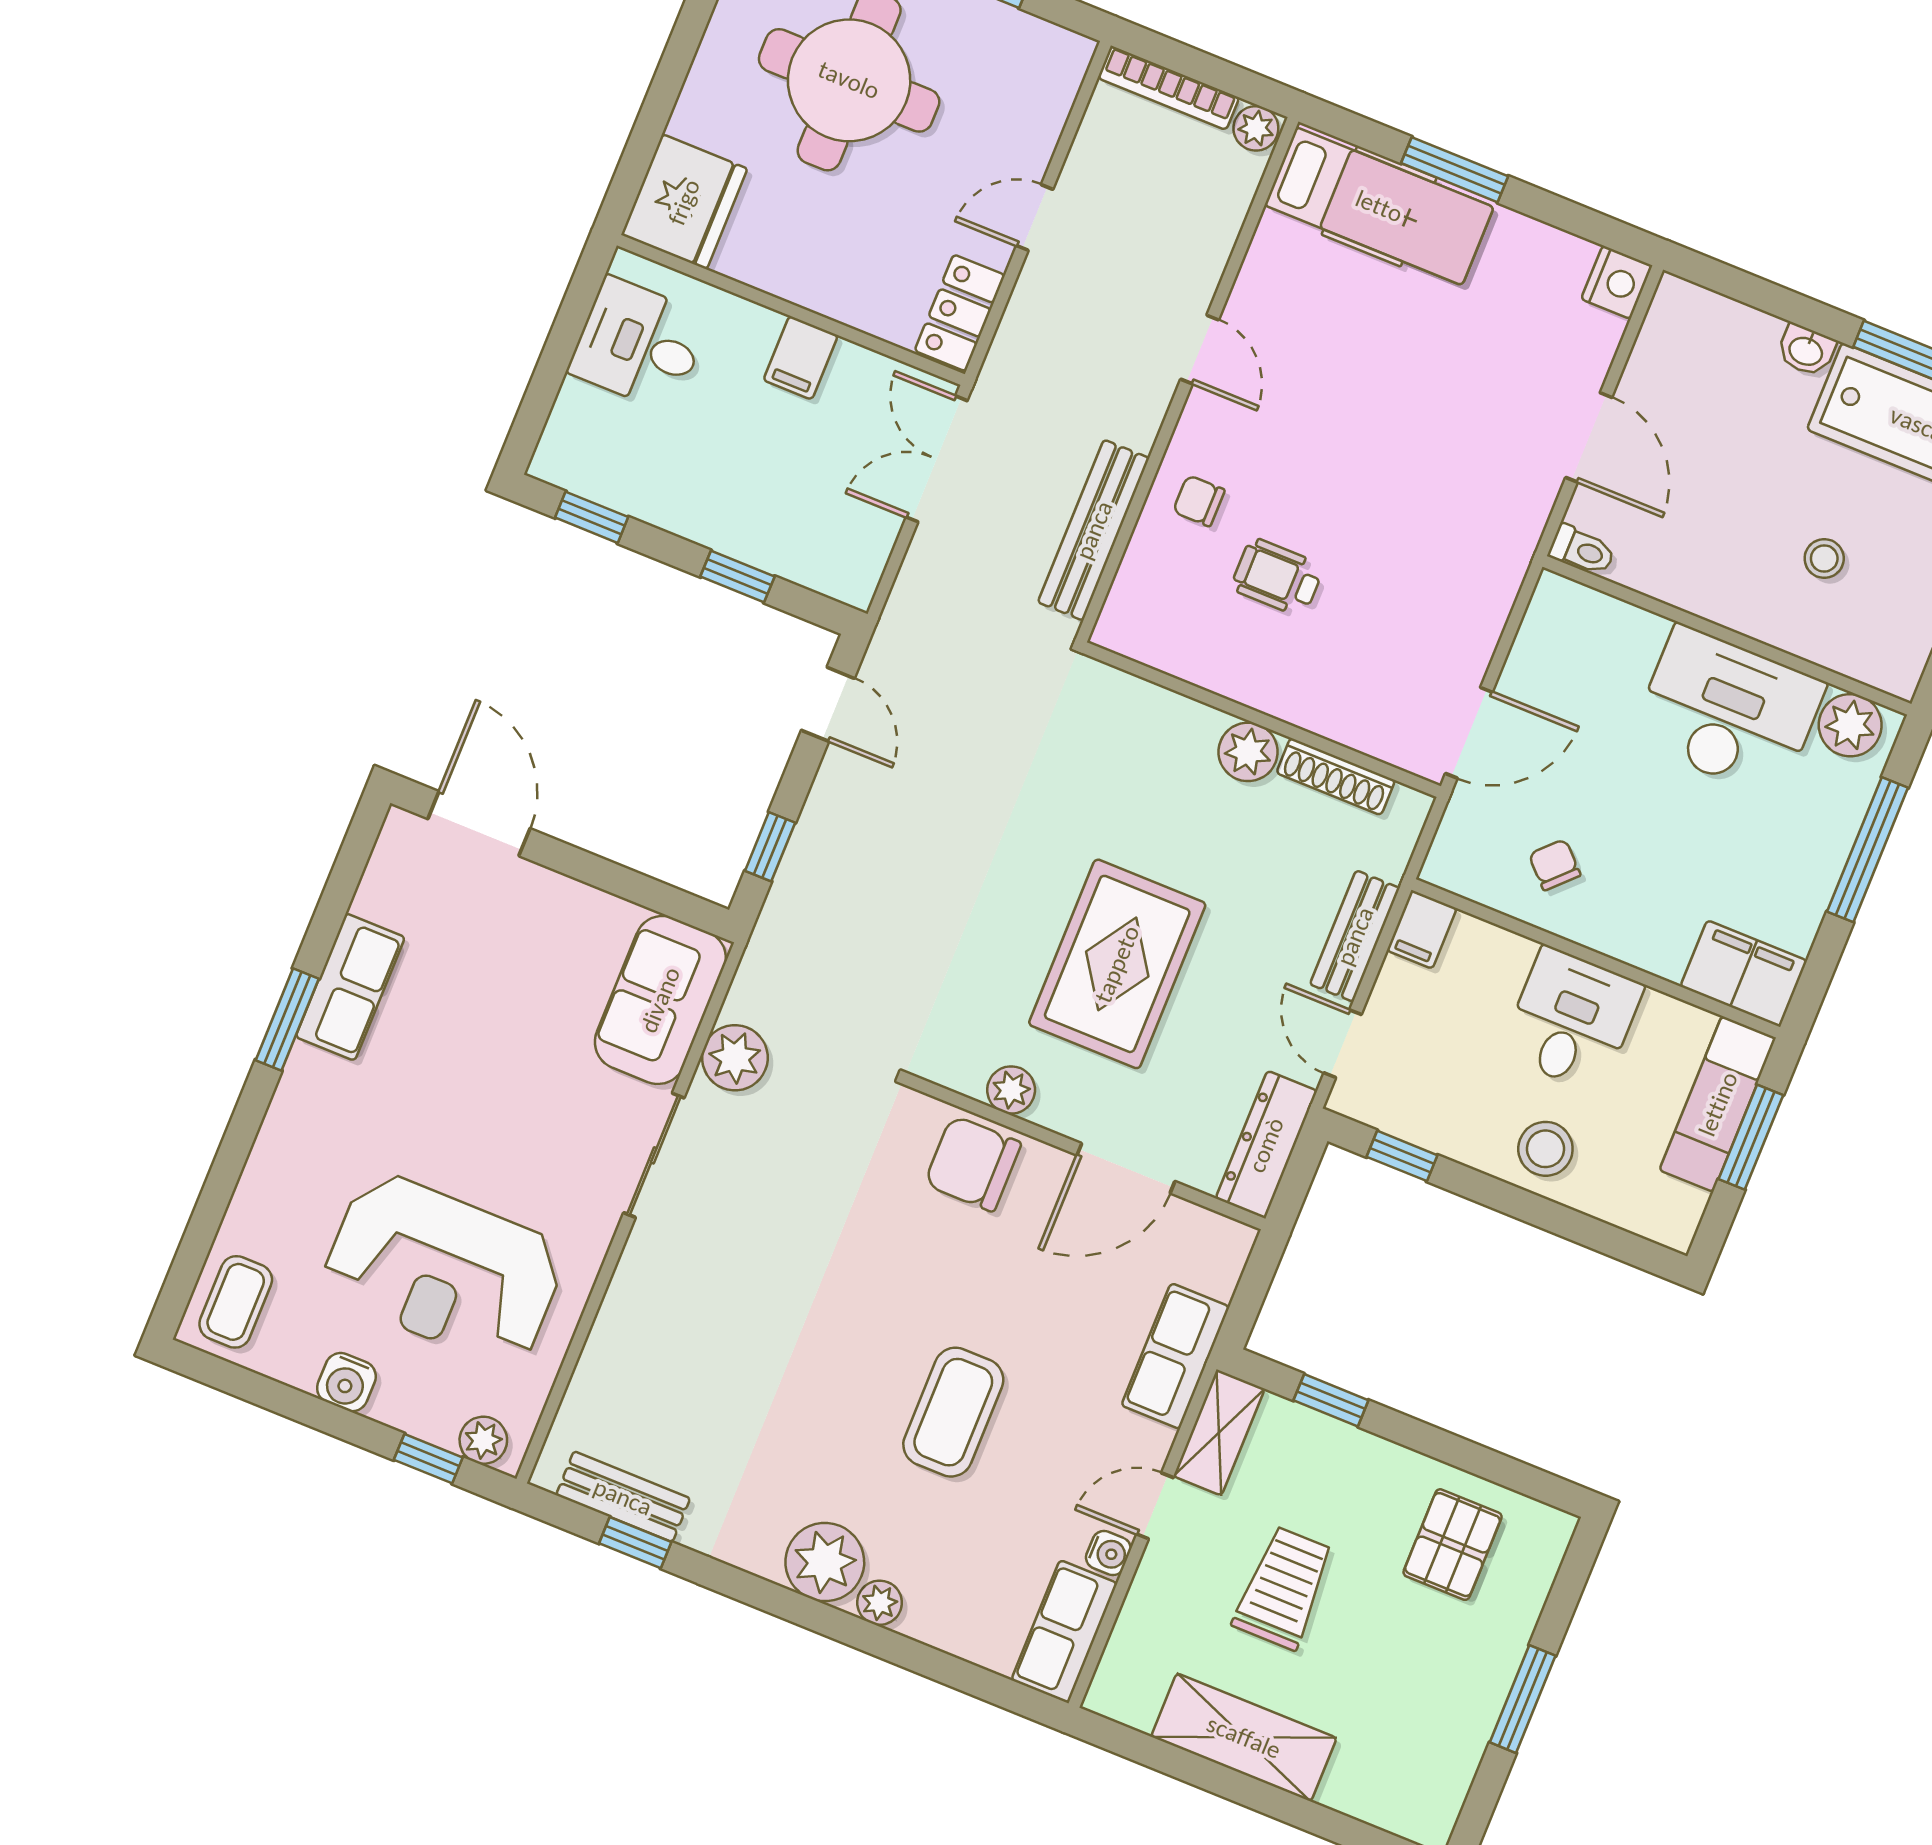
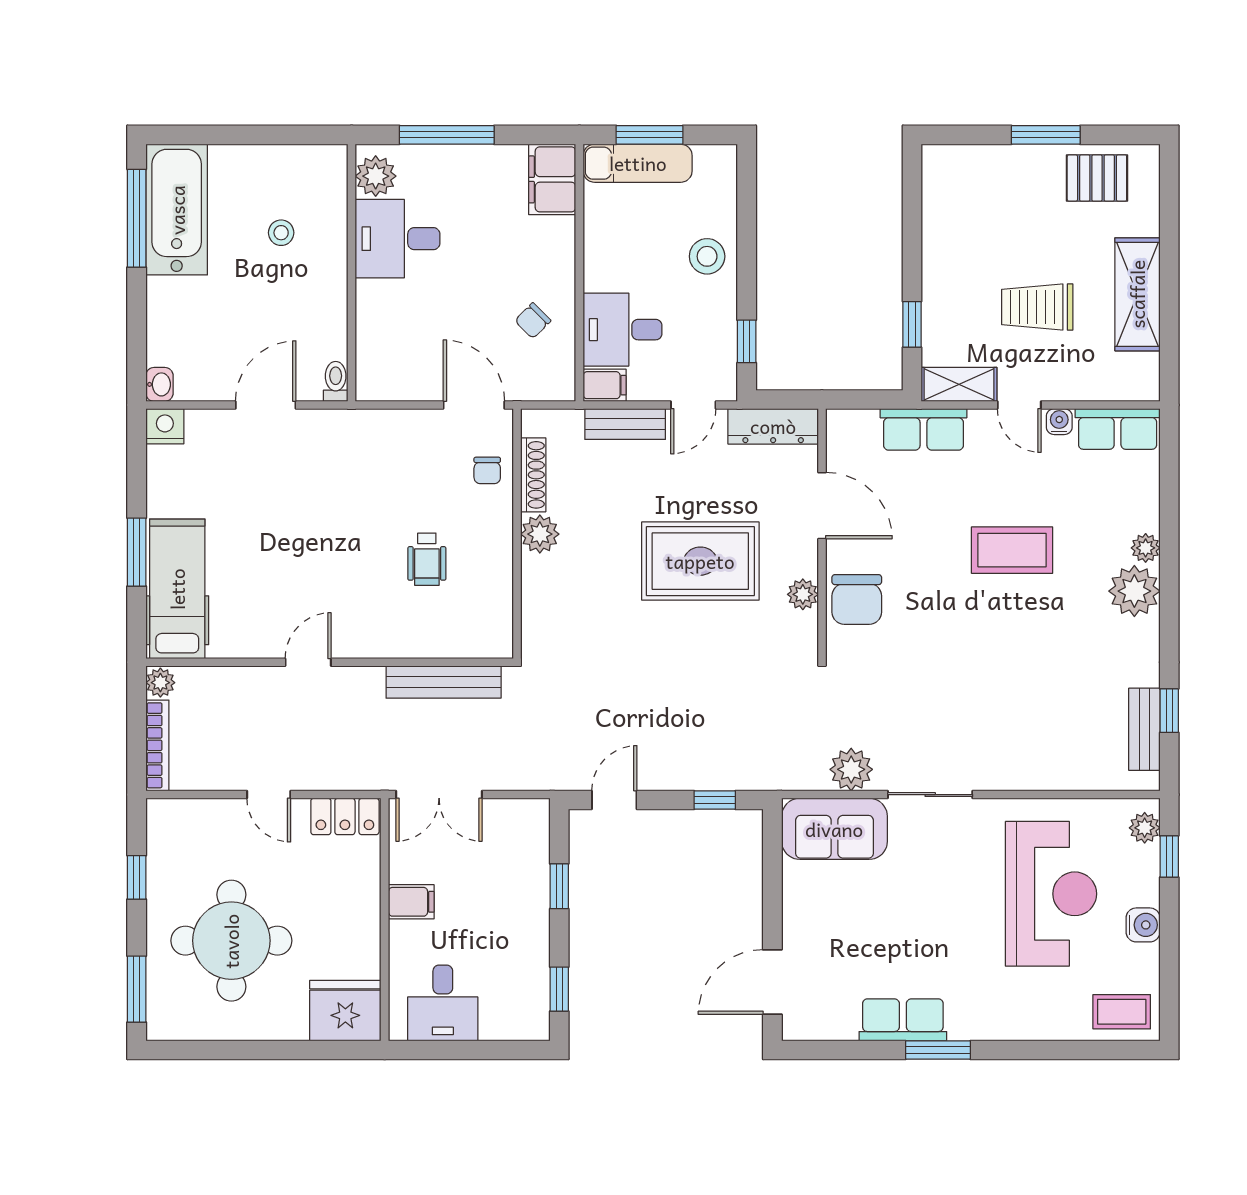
washbasin: (1806, 350) -> (159, 384), moved
chair: (1199, 501) -> (487, 470), moved
desk: (1728, 712) -> (398, 239), width x0.73
desk: (1572, 1020) -> (622, 330), moved
pallet: (1453, 1545) -> (1097, 178), moved

